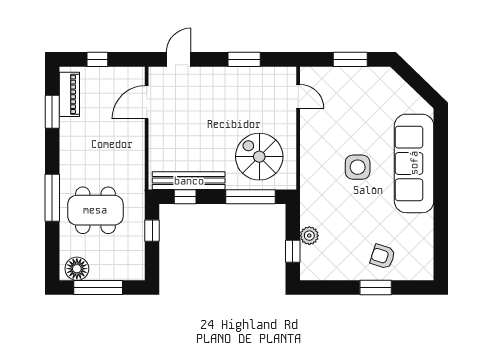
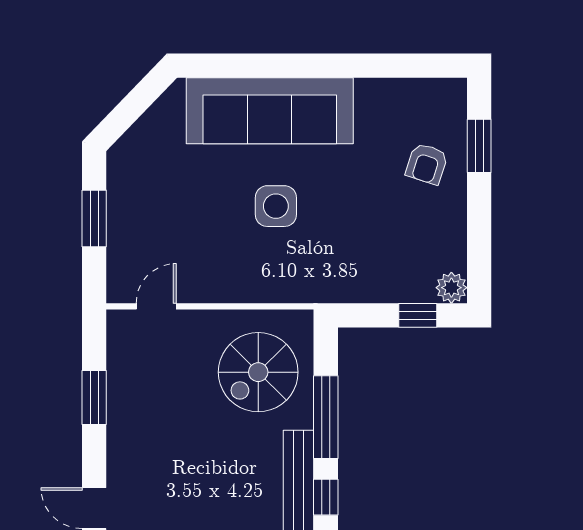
window: (251, 197) -> (326, 417), moved
plant: (309, 236) -> (451, 288), moved
window: (376, 288) -> (479, 146), moved

